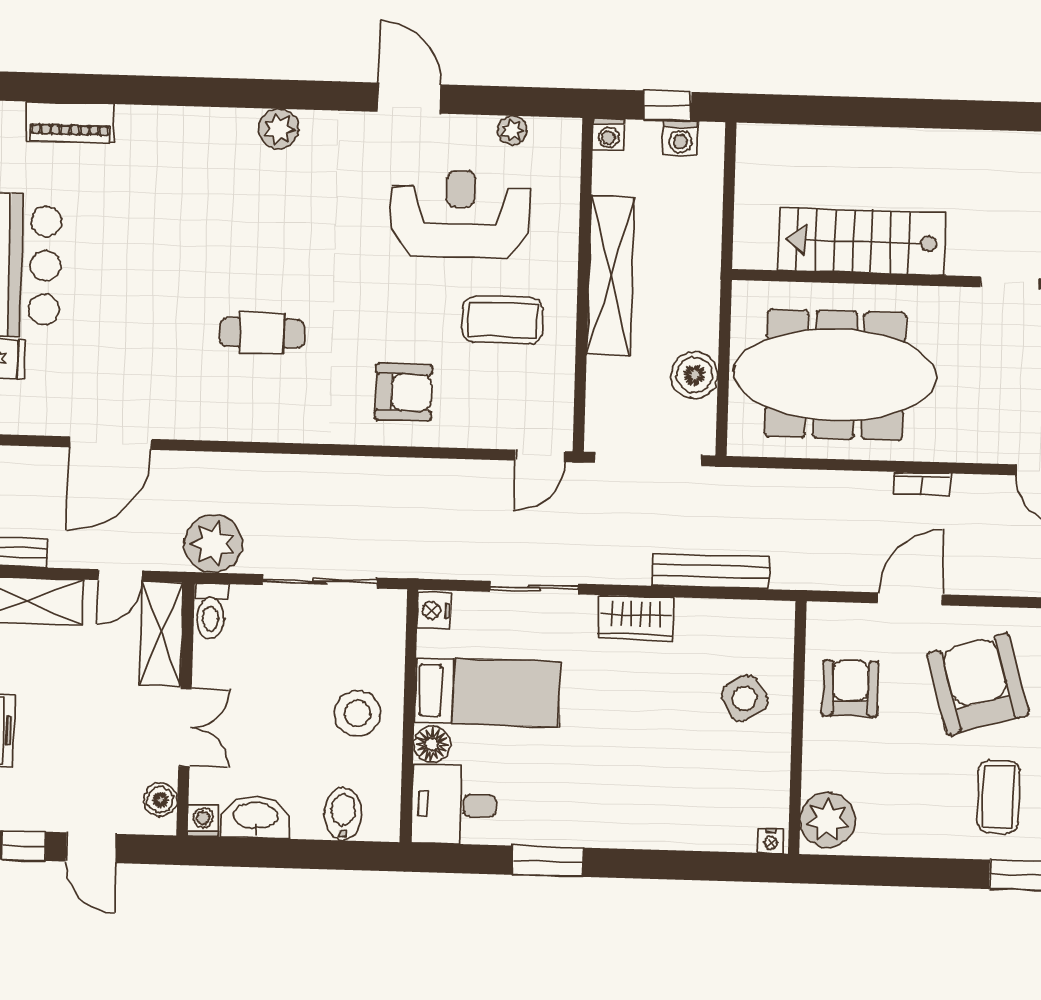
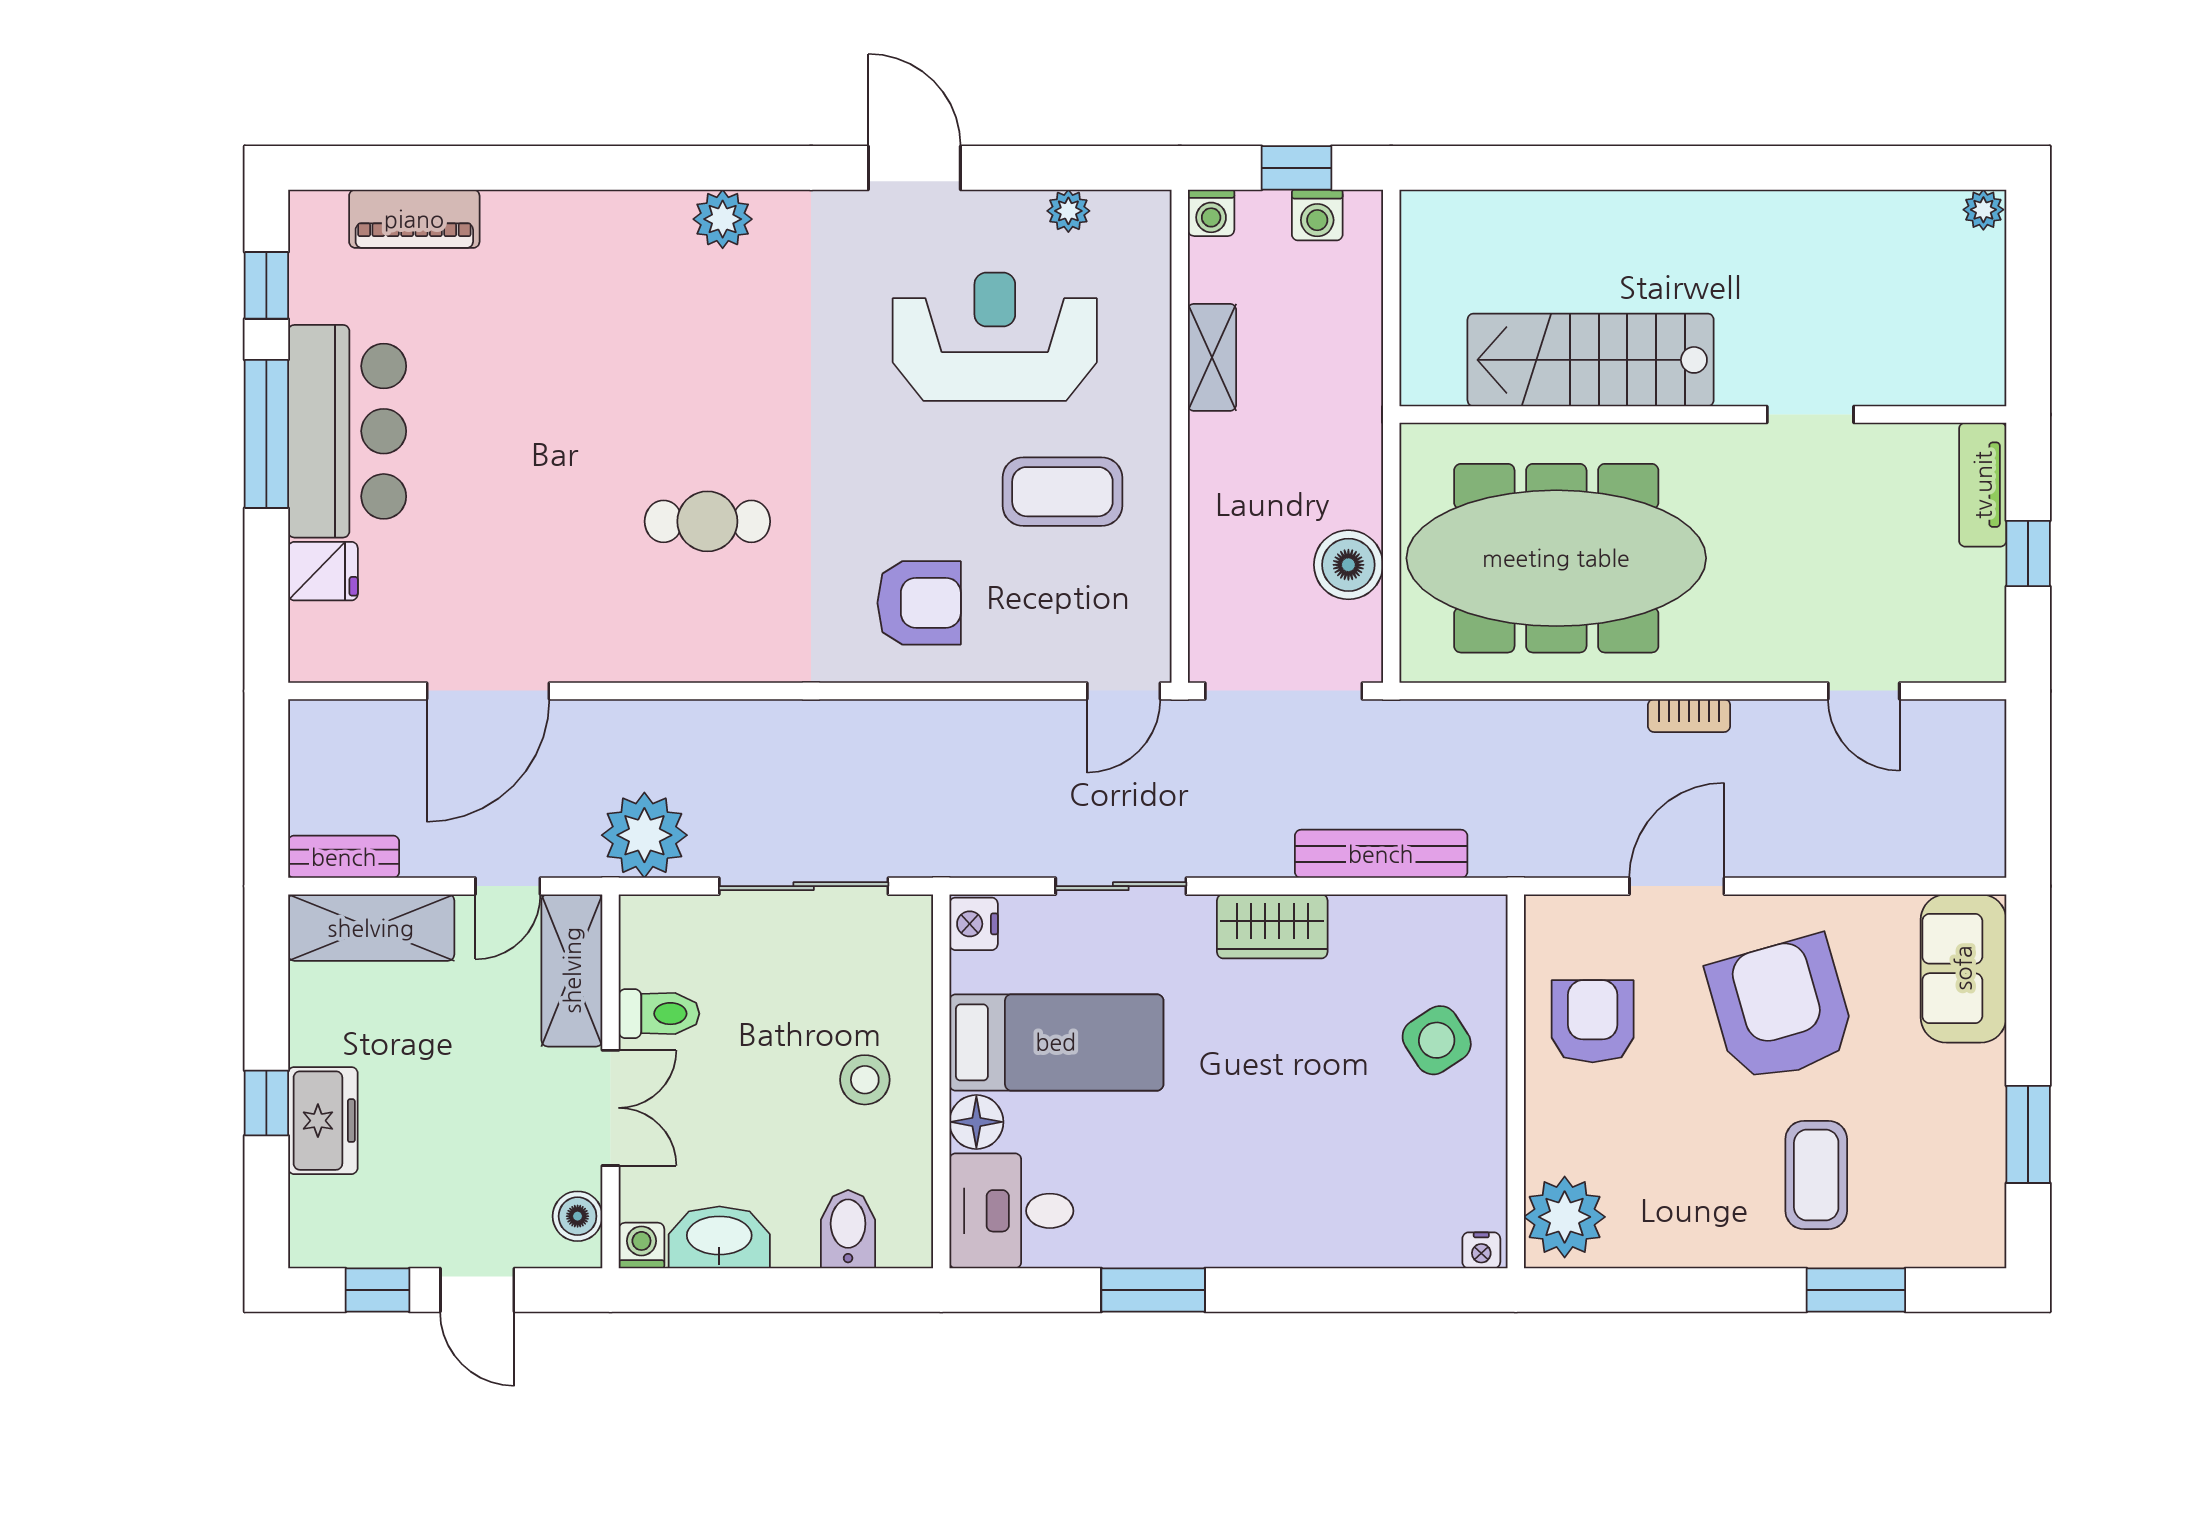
shelving: (611, 276) -> (1212, 357), width x0.45, depth x0.75
toilet: (210, 611) -> (659, 1014), moved, turned -90
stool: (357, 713) -> (865, 1080), width x0.73, depth x0.73

